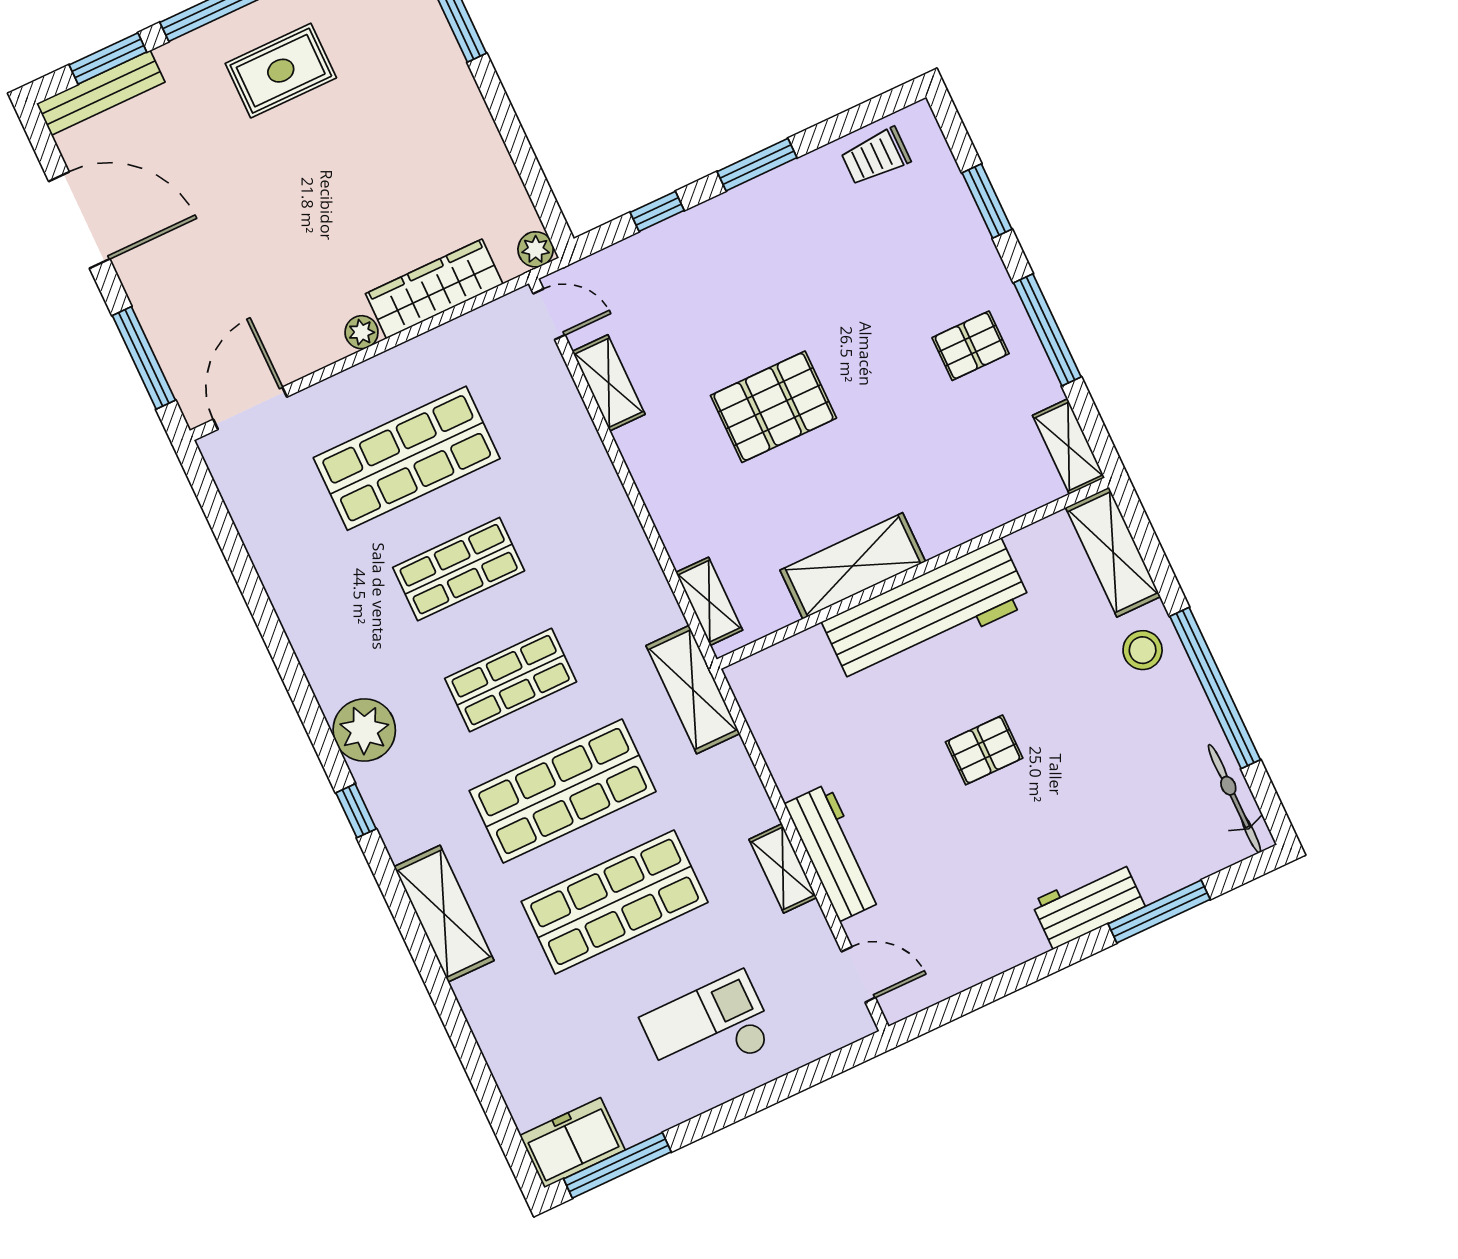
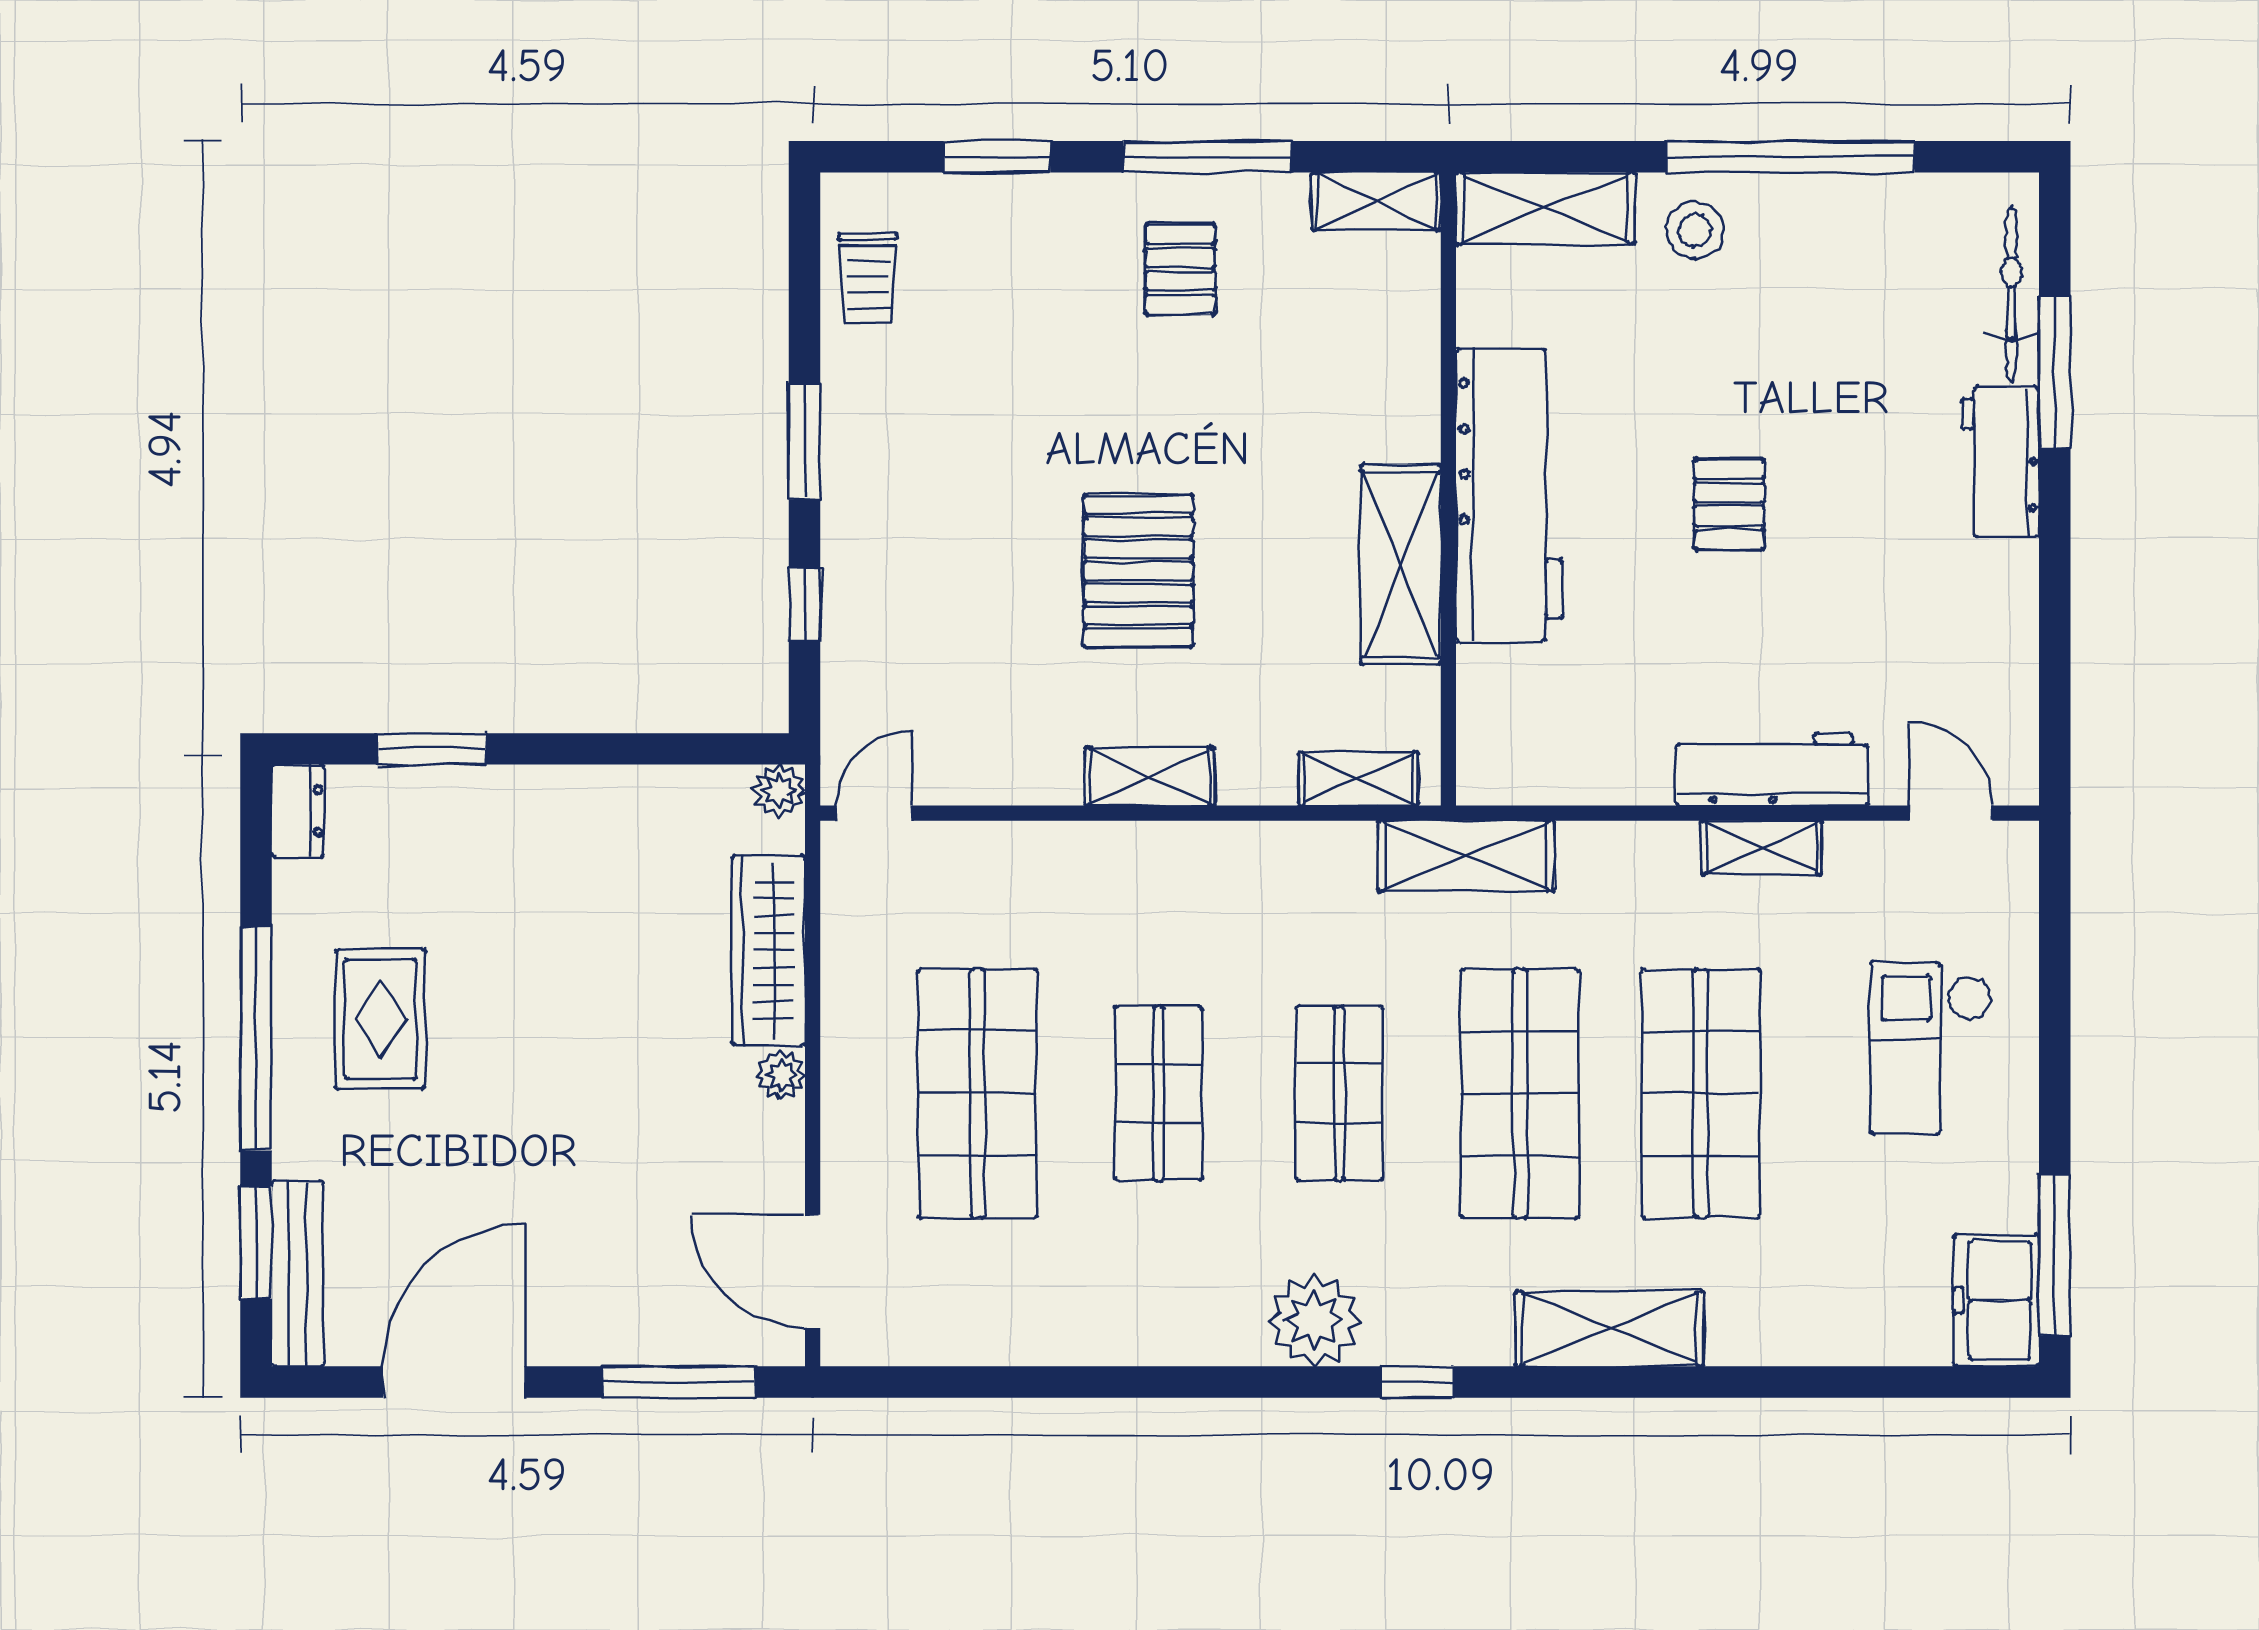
shelving: (609, 383) -> (1150, 776), moved
bicycle: (1234, 799) -> (2011, 294), moved, turned 90
door: (858, 975) -> (1951, 813), hinge flipped

